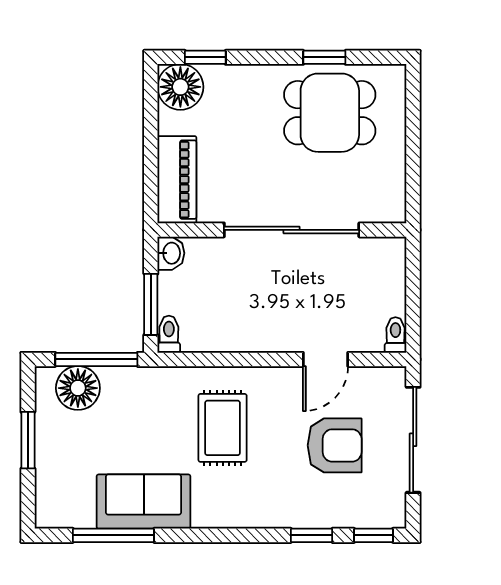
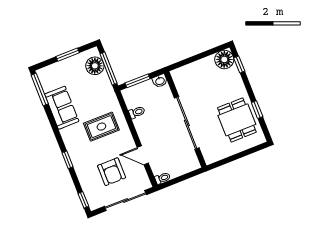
piano: (177, 180) -> (189, 72), removed
toilet: (169, 334) -> (137, 112), moved
window: (113, 535) -> (40, 90), moved
window: (312, 535) -> (67, 160), moved

